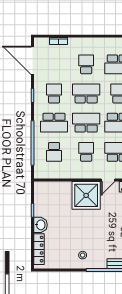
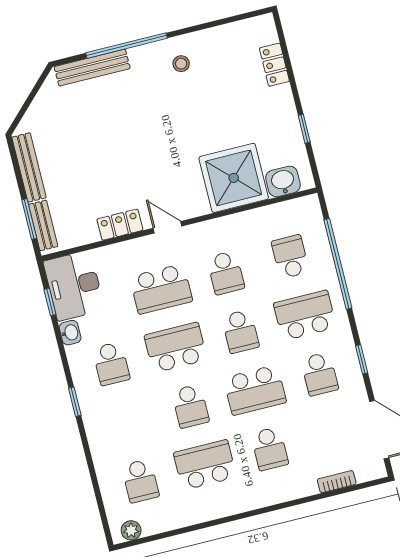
school desk: (86, 123) -> (240, 331), width x0.54
door: (108, 180) -> (167, 227), hinge flipped
shower: (86, 195) -> (234, 178), moved
washbasin: (40, 225) -> (283, 181), moved, turned 90
locker: (39, 249) -> (274, 65), width x0.66

